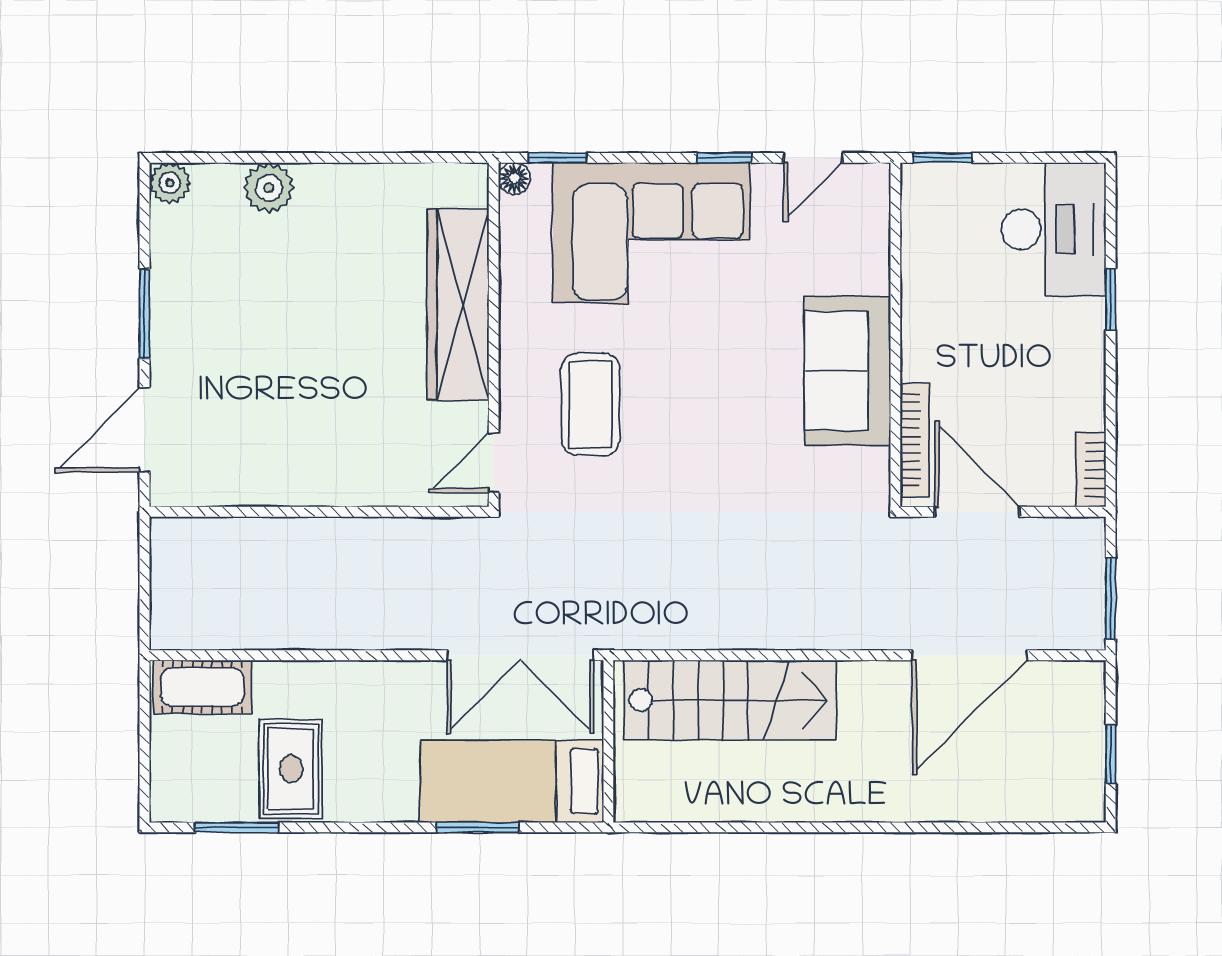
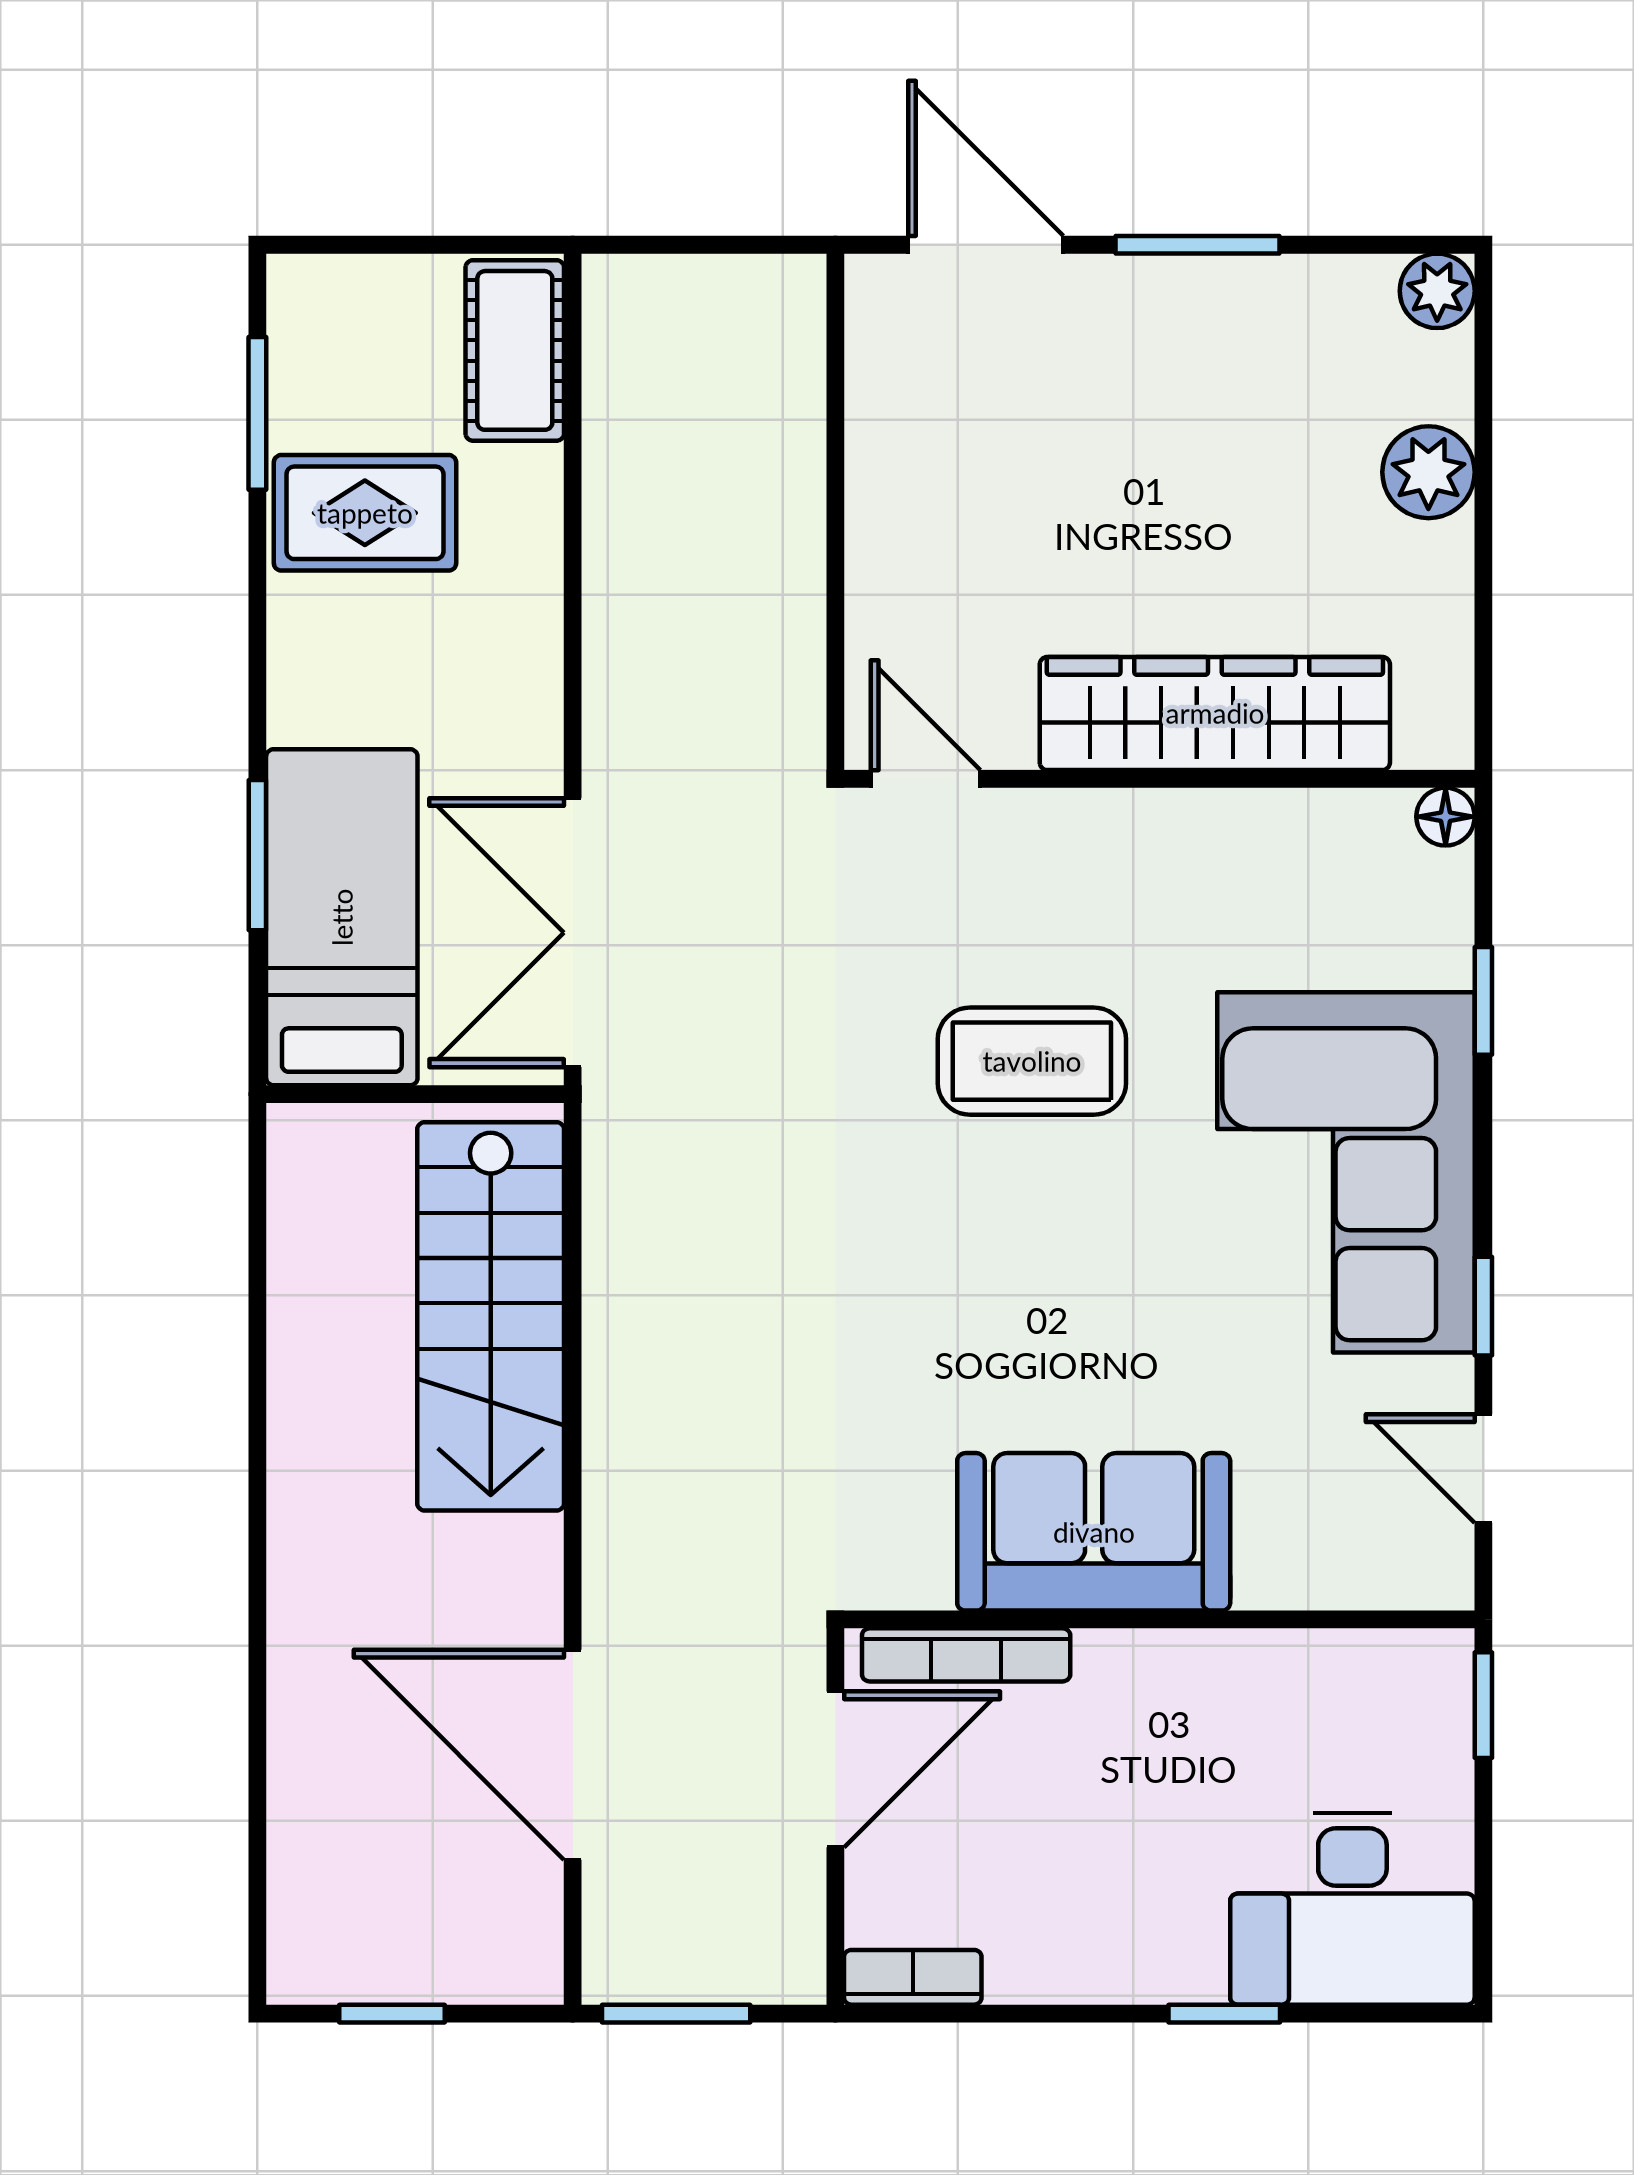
floor lamp: (514, 178) -> (1446, 817), moved
wardrobe: (458, 304) -> (1215, 713), moved
wall: (494, 335) -> (1159, 779), moved
door: (494, 462) -> (926, 779), moved

